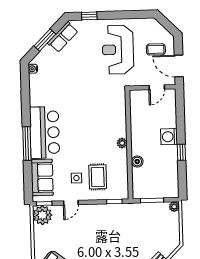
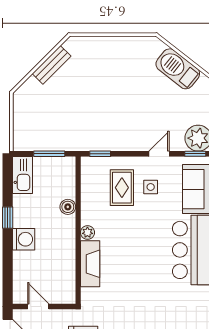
door: (157, 87) -> (38, 306), hinge flipped
fireplace: (119, 120) -> (90, 264), added
kitchen sink: (171, 184) -> (23, 175), added
plant: (174, 207) -> (20, 144), removed

